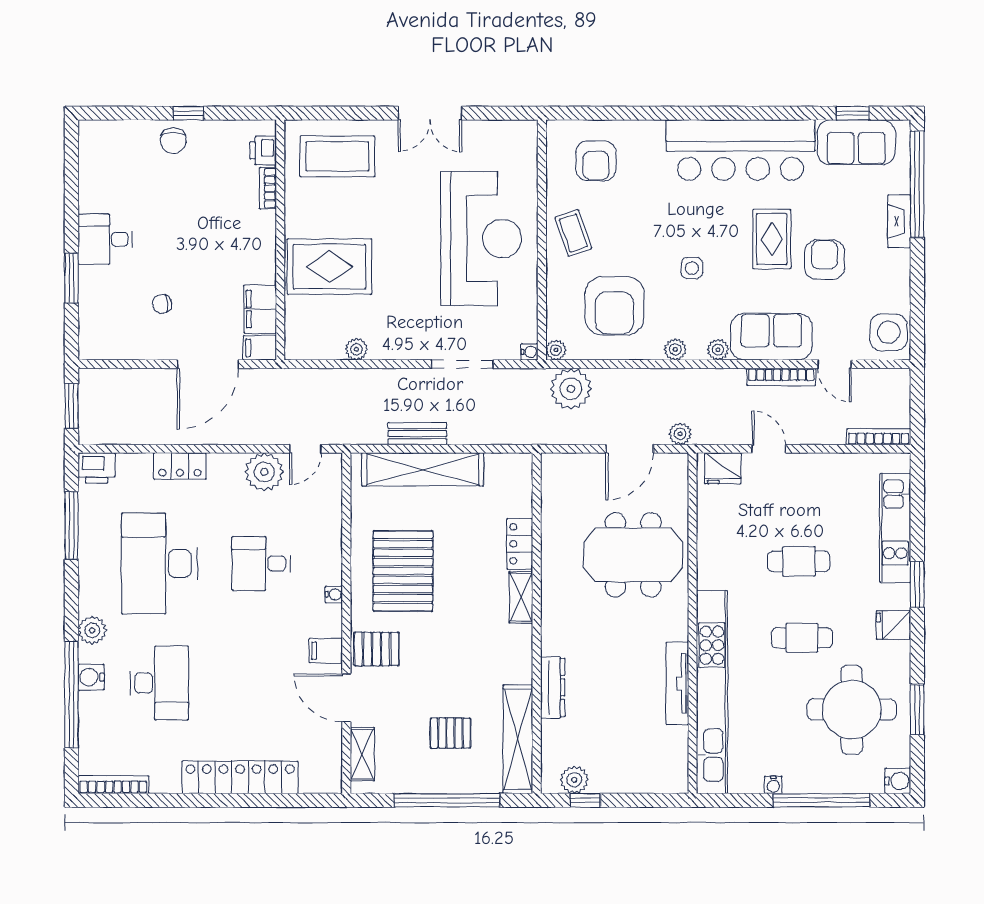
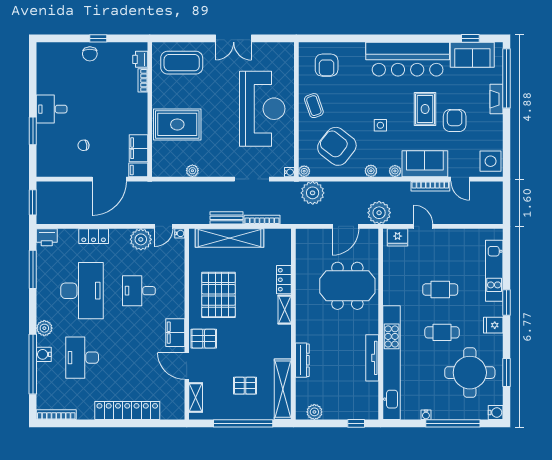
armchair: (614, 306) -> (337, 146), turned 128
plant: (680, 434) -> (379, 213), width x1.88, depth x1.88
bookcase: (879, 437) -> (262, 220), moved
desk: (159, 564) -> (82, 291), turned 180
water cooler: (334, 594) -> (180, 233), moved
filing cabinet: (326, 651) -> (175, 333), width x2.00
desk: (159, 683) -> (82, 358), turned 180
window: (585, 800) -> (356, 423), moved

